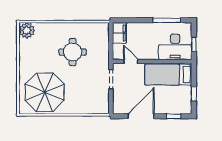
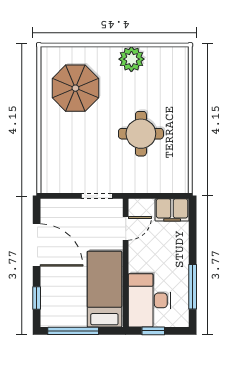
plant: (27, 30) -> (131, 59), moved
parasol: (45, 92) -> (75, 88), width x0.73, depth x0.73
window: (194, 94) -> (73, 331), width x2.17

